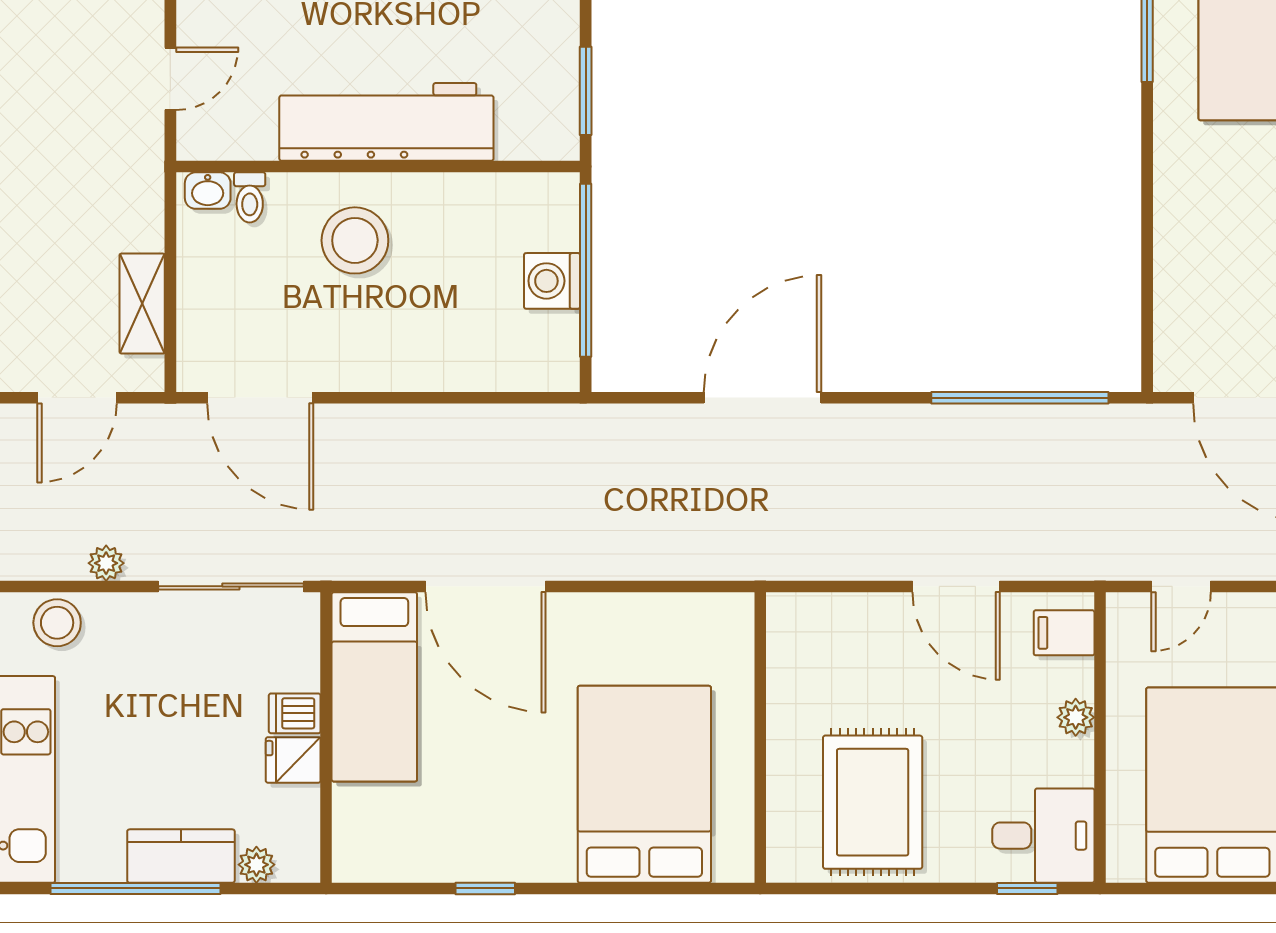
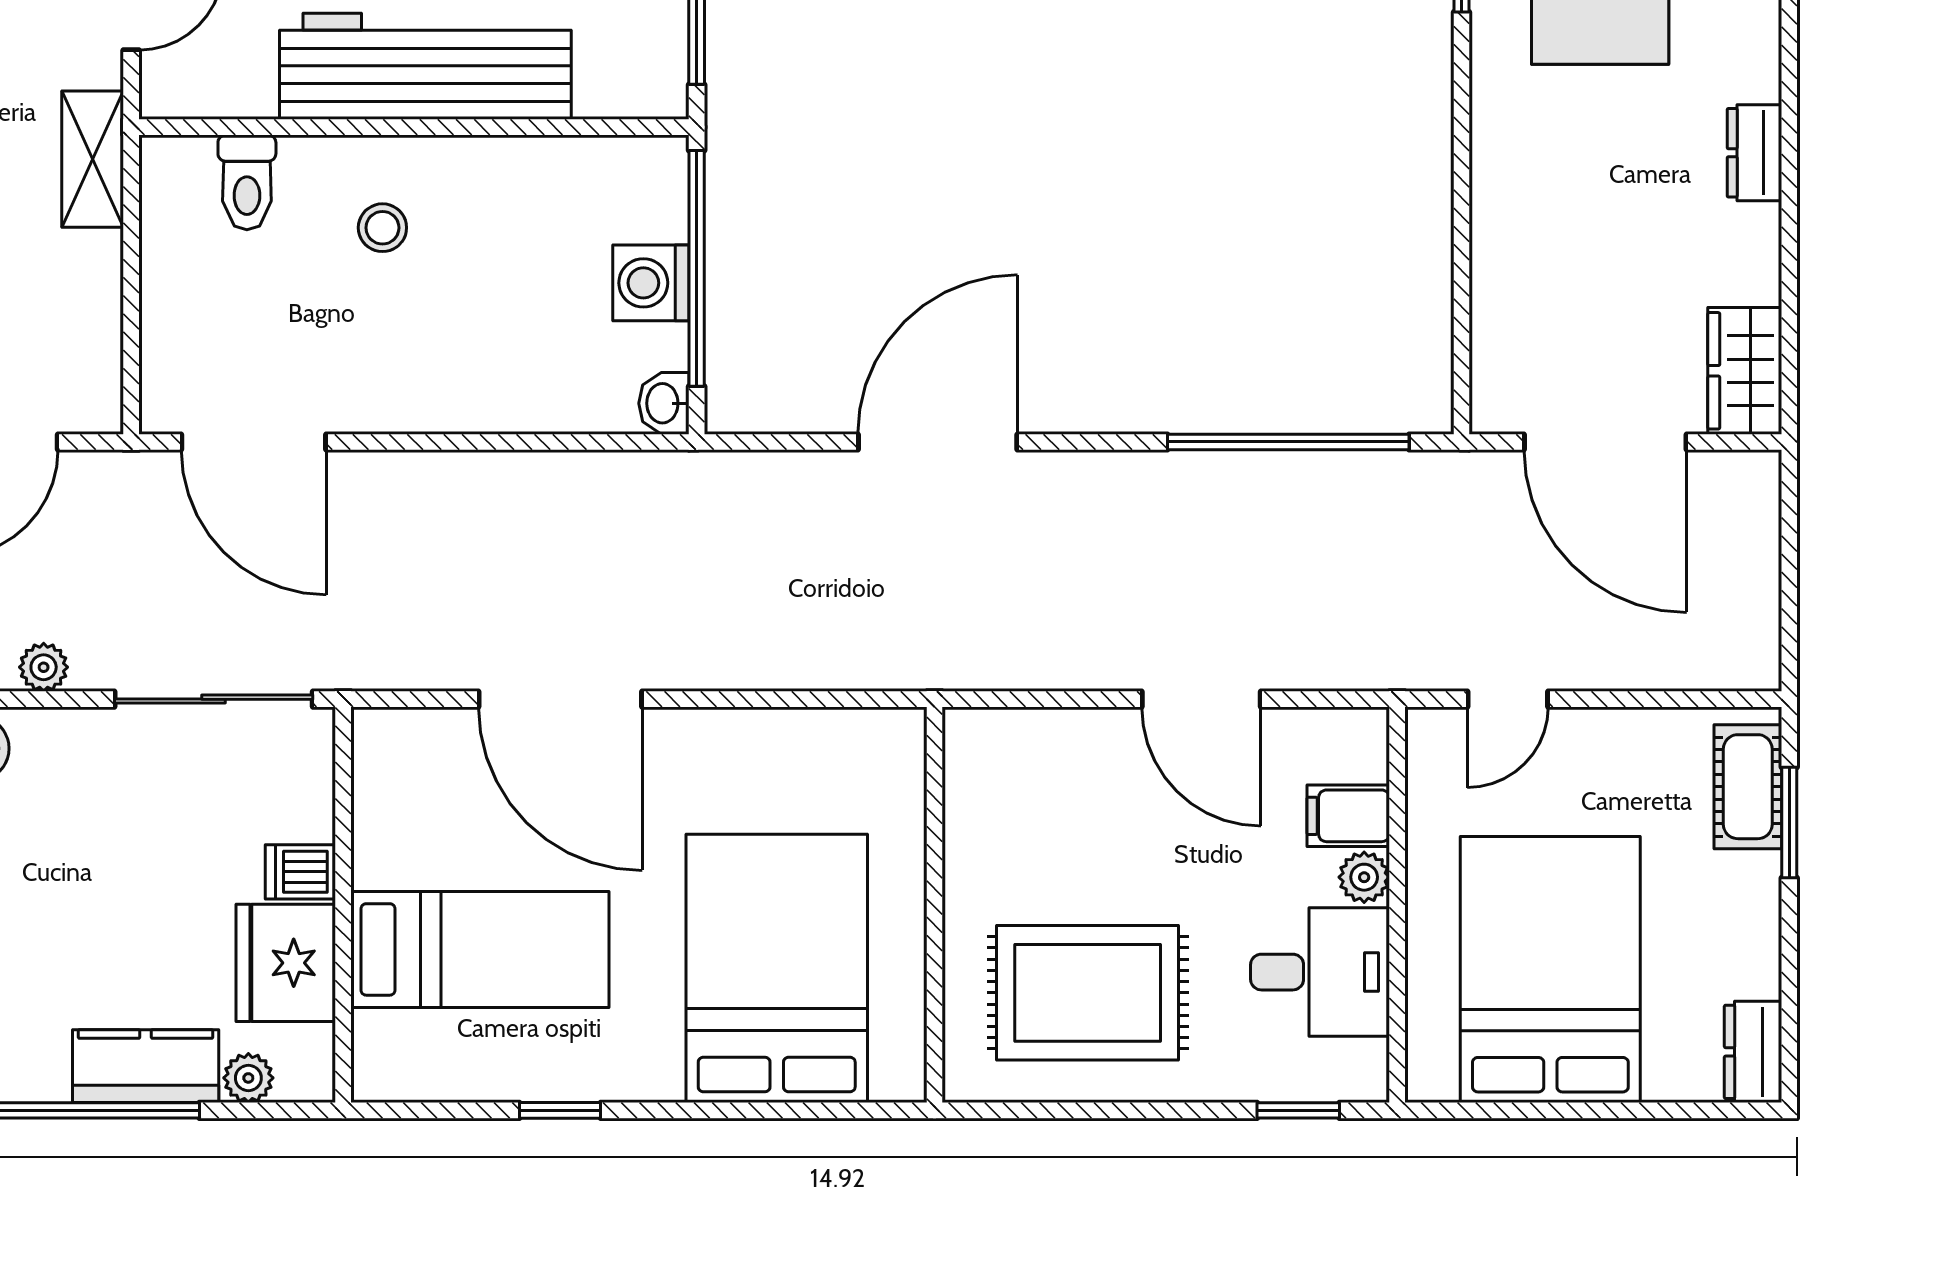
washbasin: (208, 191) -> (664, 403), moved, turned 90
toilet: (250, 197) -> (247, 182), width x1.37, depth x1.39
stool: (355, 240) -> (382, 228), width x0.53, depth x0.53
shelving: (142, 304) -> (93, 159), moved
filing cabinet: (1064, 633) -> (1348, 816), moved
bed: (374, 687) -> (480, 949), moved, turned -90
fridge: (293, 760) -> (286, 963), width x1.88, depth x1.34
rug: (873, 802) -> (1088, 993), turned 90
desk: (1043, 836) -> (1320, 972), moved

